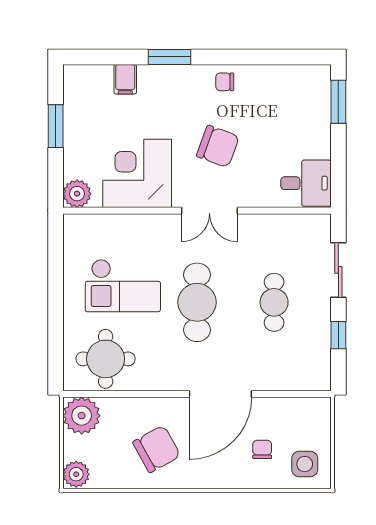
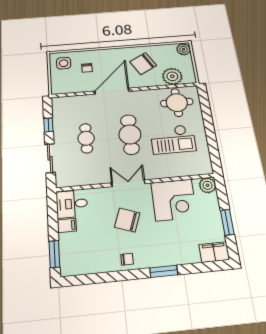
filing cabinet: (125, 79) -> (214, 252), moved, width x2.00
filing cabinet: (316, 147) -> (67, 226), added
checkout: (123, 285) -> (173, 139), turned 180
plant: (82, 416) -> (172, 76), moved

